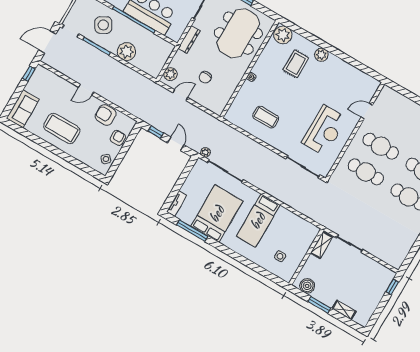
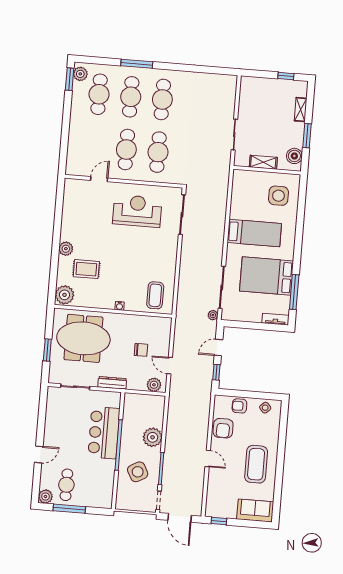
door: (367, 111) -> (99, 179), swing flipped
coffee table: (266, 117) -> (155, 295), moved
shelving: (322, 245) -> (263, 162), moved
side table: (280, 256) -> (279, 196), width x1.87, depth x1.87
window: (392, 287) -> (286, 76), moved

